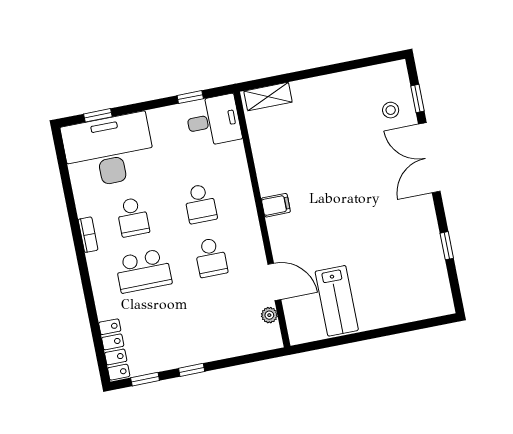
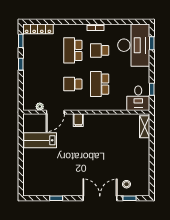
school desk: (200, 204) -> (100, 84), width x1.85
filing cabinet: (276, 205) -> (78, 120), moved

